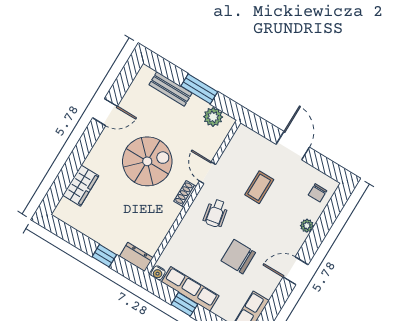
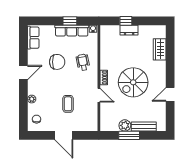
plant: (213, 117) -> (125, 125), moved
wheelchair: (216, 213) -> (83, 62), moved
dresser: (136, 257) -> (129, 30), moved

